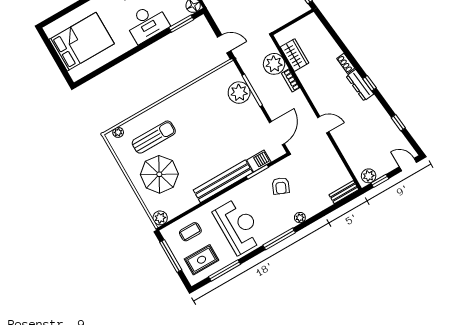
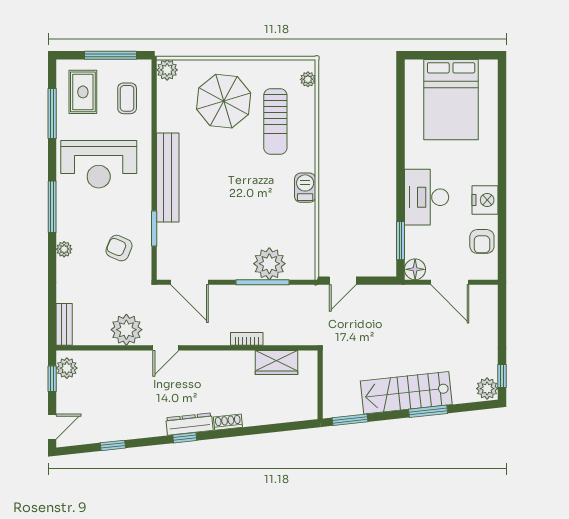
plant: (274, 64) -> (126, 330), moved
barbecue: (259, 161) -> (305, 188), moved, turned 180

